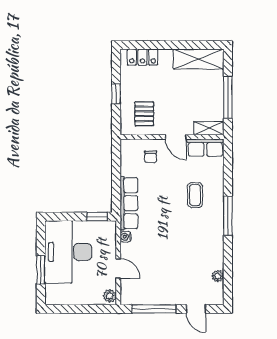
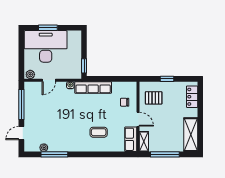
door: (176, 137) -> (138, 119), swing flipped
window: (228, 216) -> (54, 154), moved
desk: (68, 252) -> (46, 46), moved

